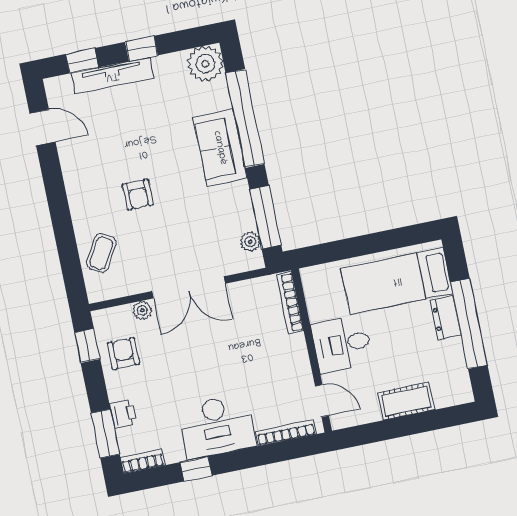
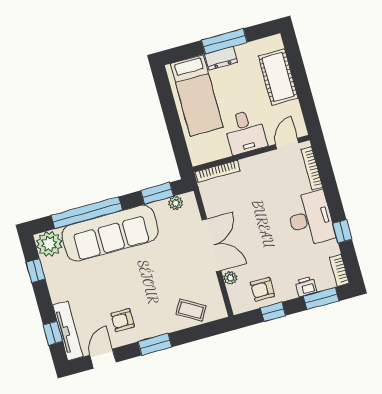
window: (141, 49) -> (36, 271), moved
tv unit: (112, 76) -> (68, 331), moved
sofa: (220, 148) -> (110, 233), width x1.85, depth x1.27
armchair: (138, 195) -> (123, 320), moved, turned 180
window: (57, 200) -> (155, 344), added
window: (265, 217) -> (157, 193), width x0.69
window: (469, 324) -> (224, 41), width x0.68
window: (87, 346) -> (273, 312), moved
cot: (406, 401) -> (278, 77), width x1.37, depth x1.34

